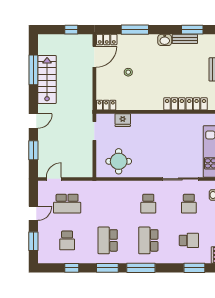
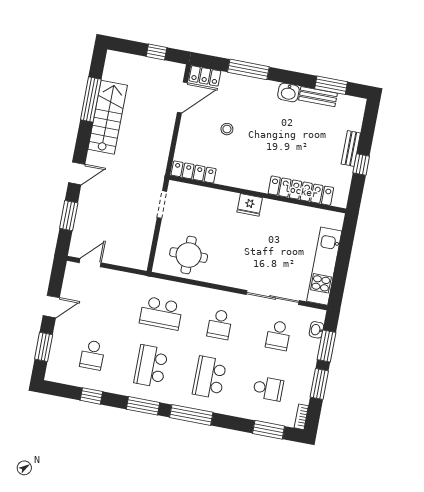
locker: (106, 105) -> (194, 172), width x1.53
fridge: (123, 120) -> (250, 205), moved
school desk: (67, 204) -> (161, 313), moved

